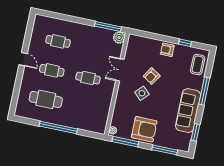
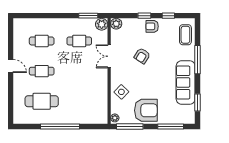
window: (108, 27) -> (88, 16), width x0.69
window: (162, 38) -> (144, 16), added
plant: (133, 40) -> (116, 24), added
cafe table: (88, 78) -> (79, 41), moved
side table: (142, 93) -> (121, 92), moved

